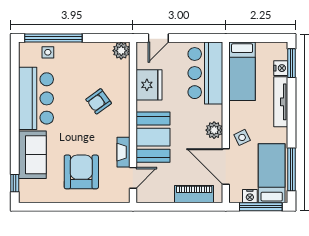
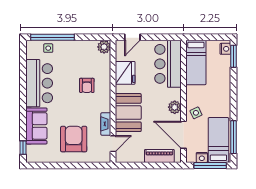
nightstand: (281, 68) -> (225, 49), moved
armchair: (99, 101) -> (87, 85), turned -54
tv unit: (281, 102) -> (225, 86), removed

